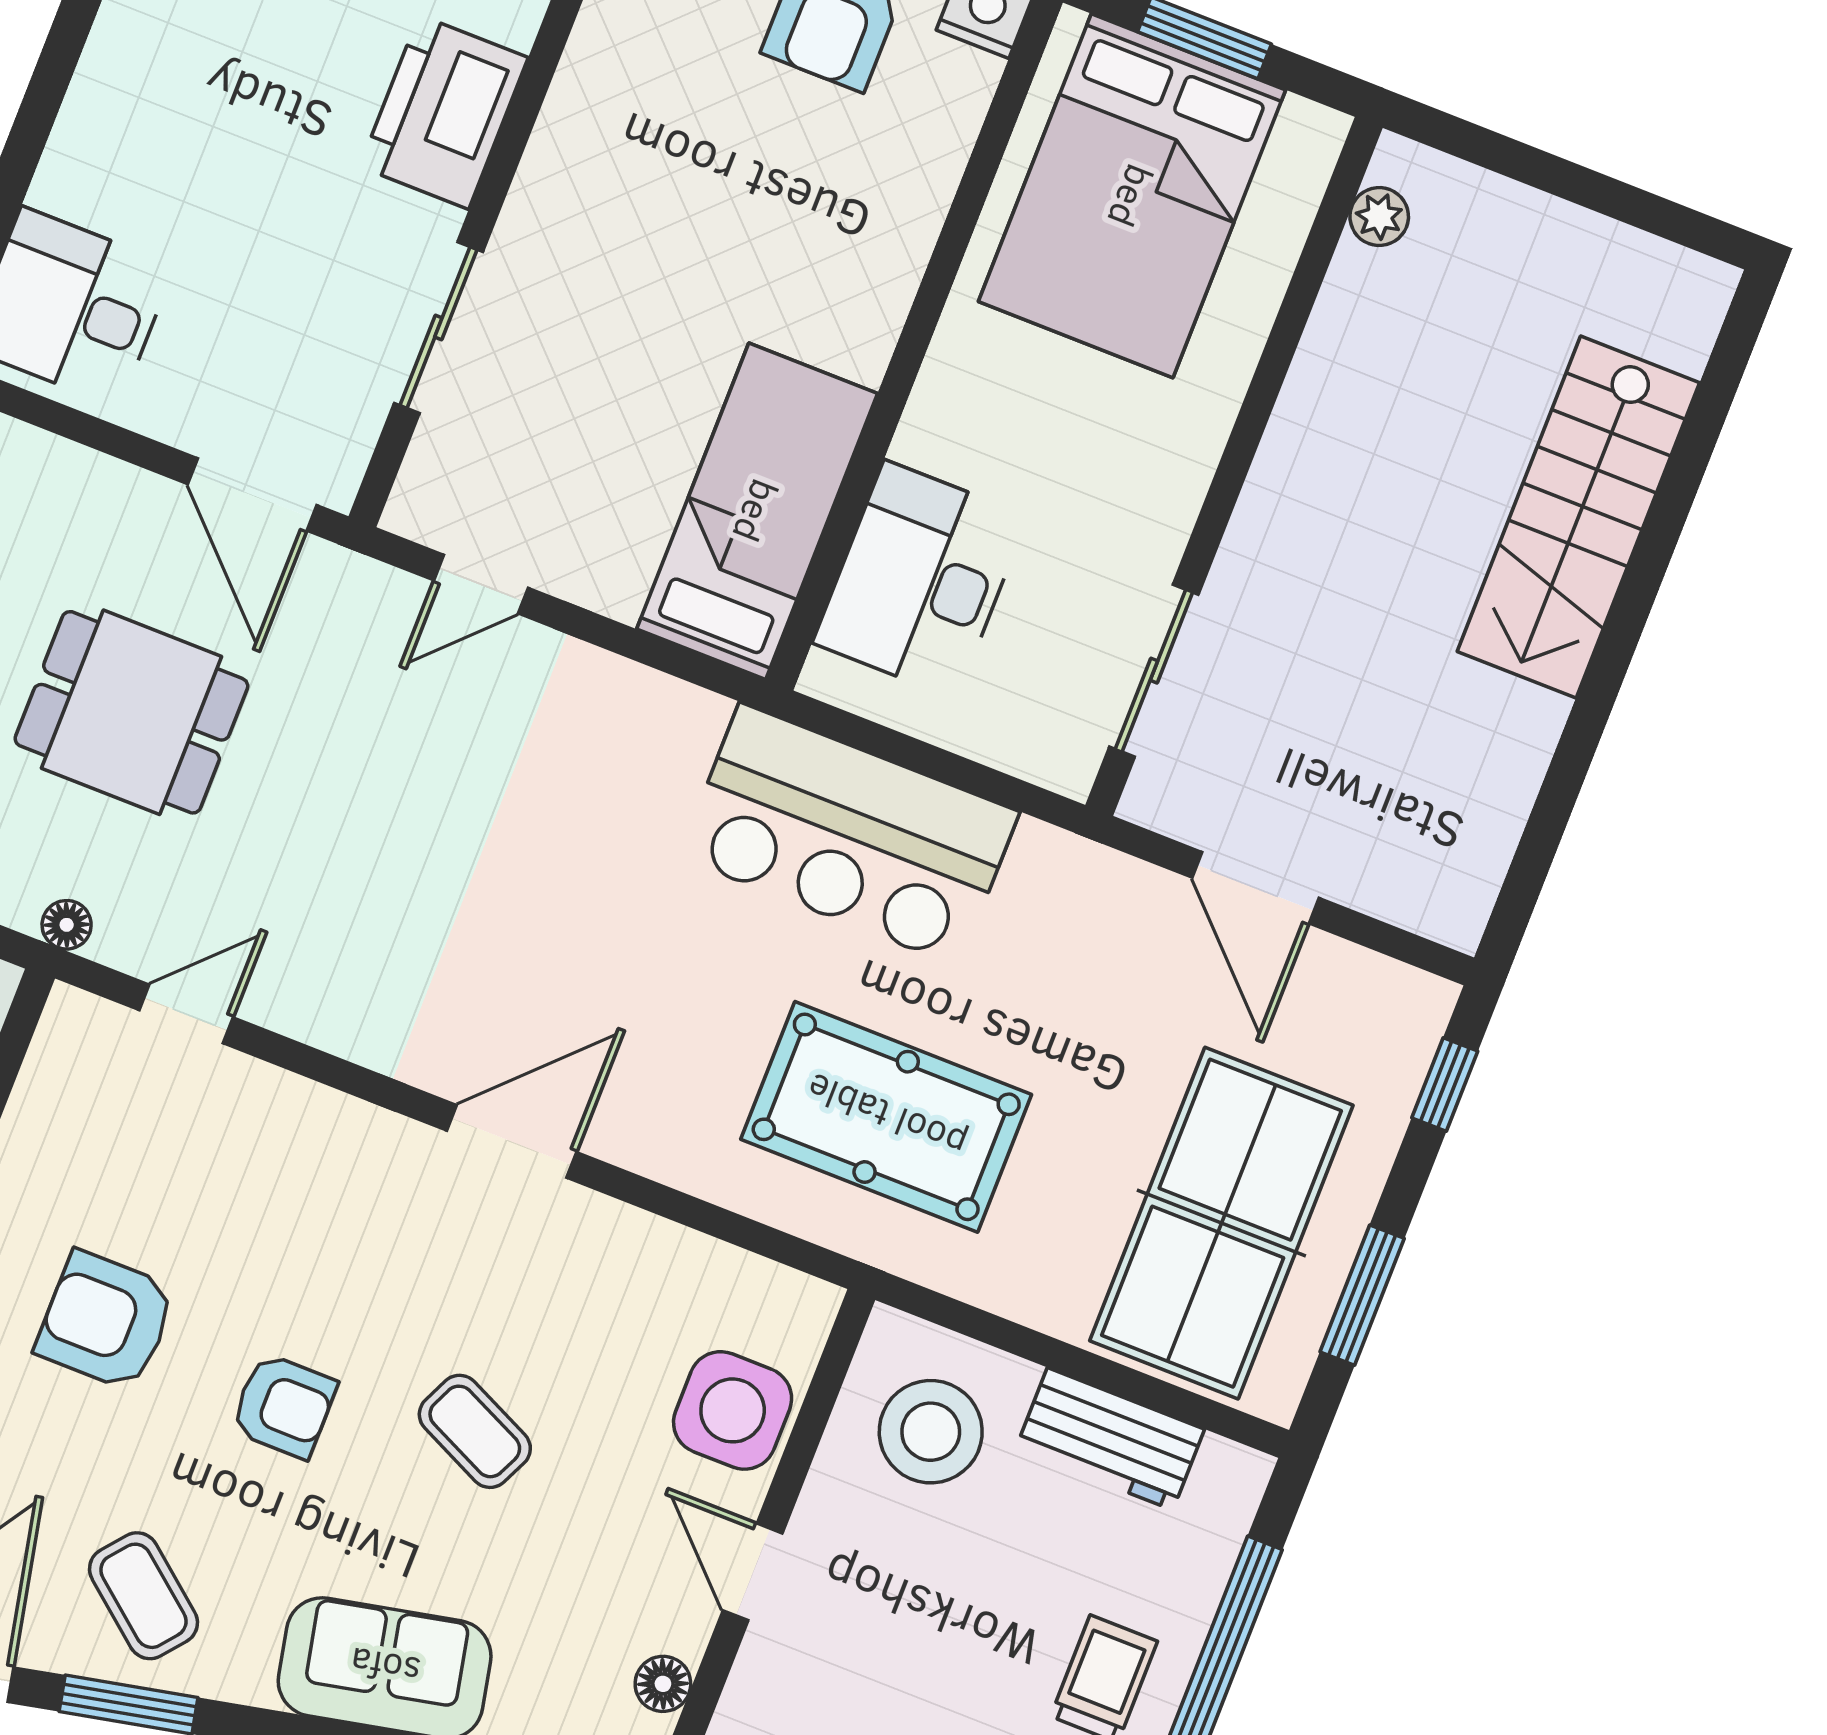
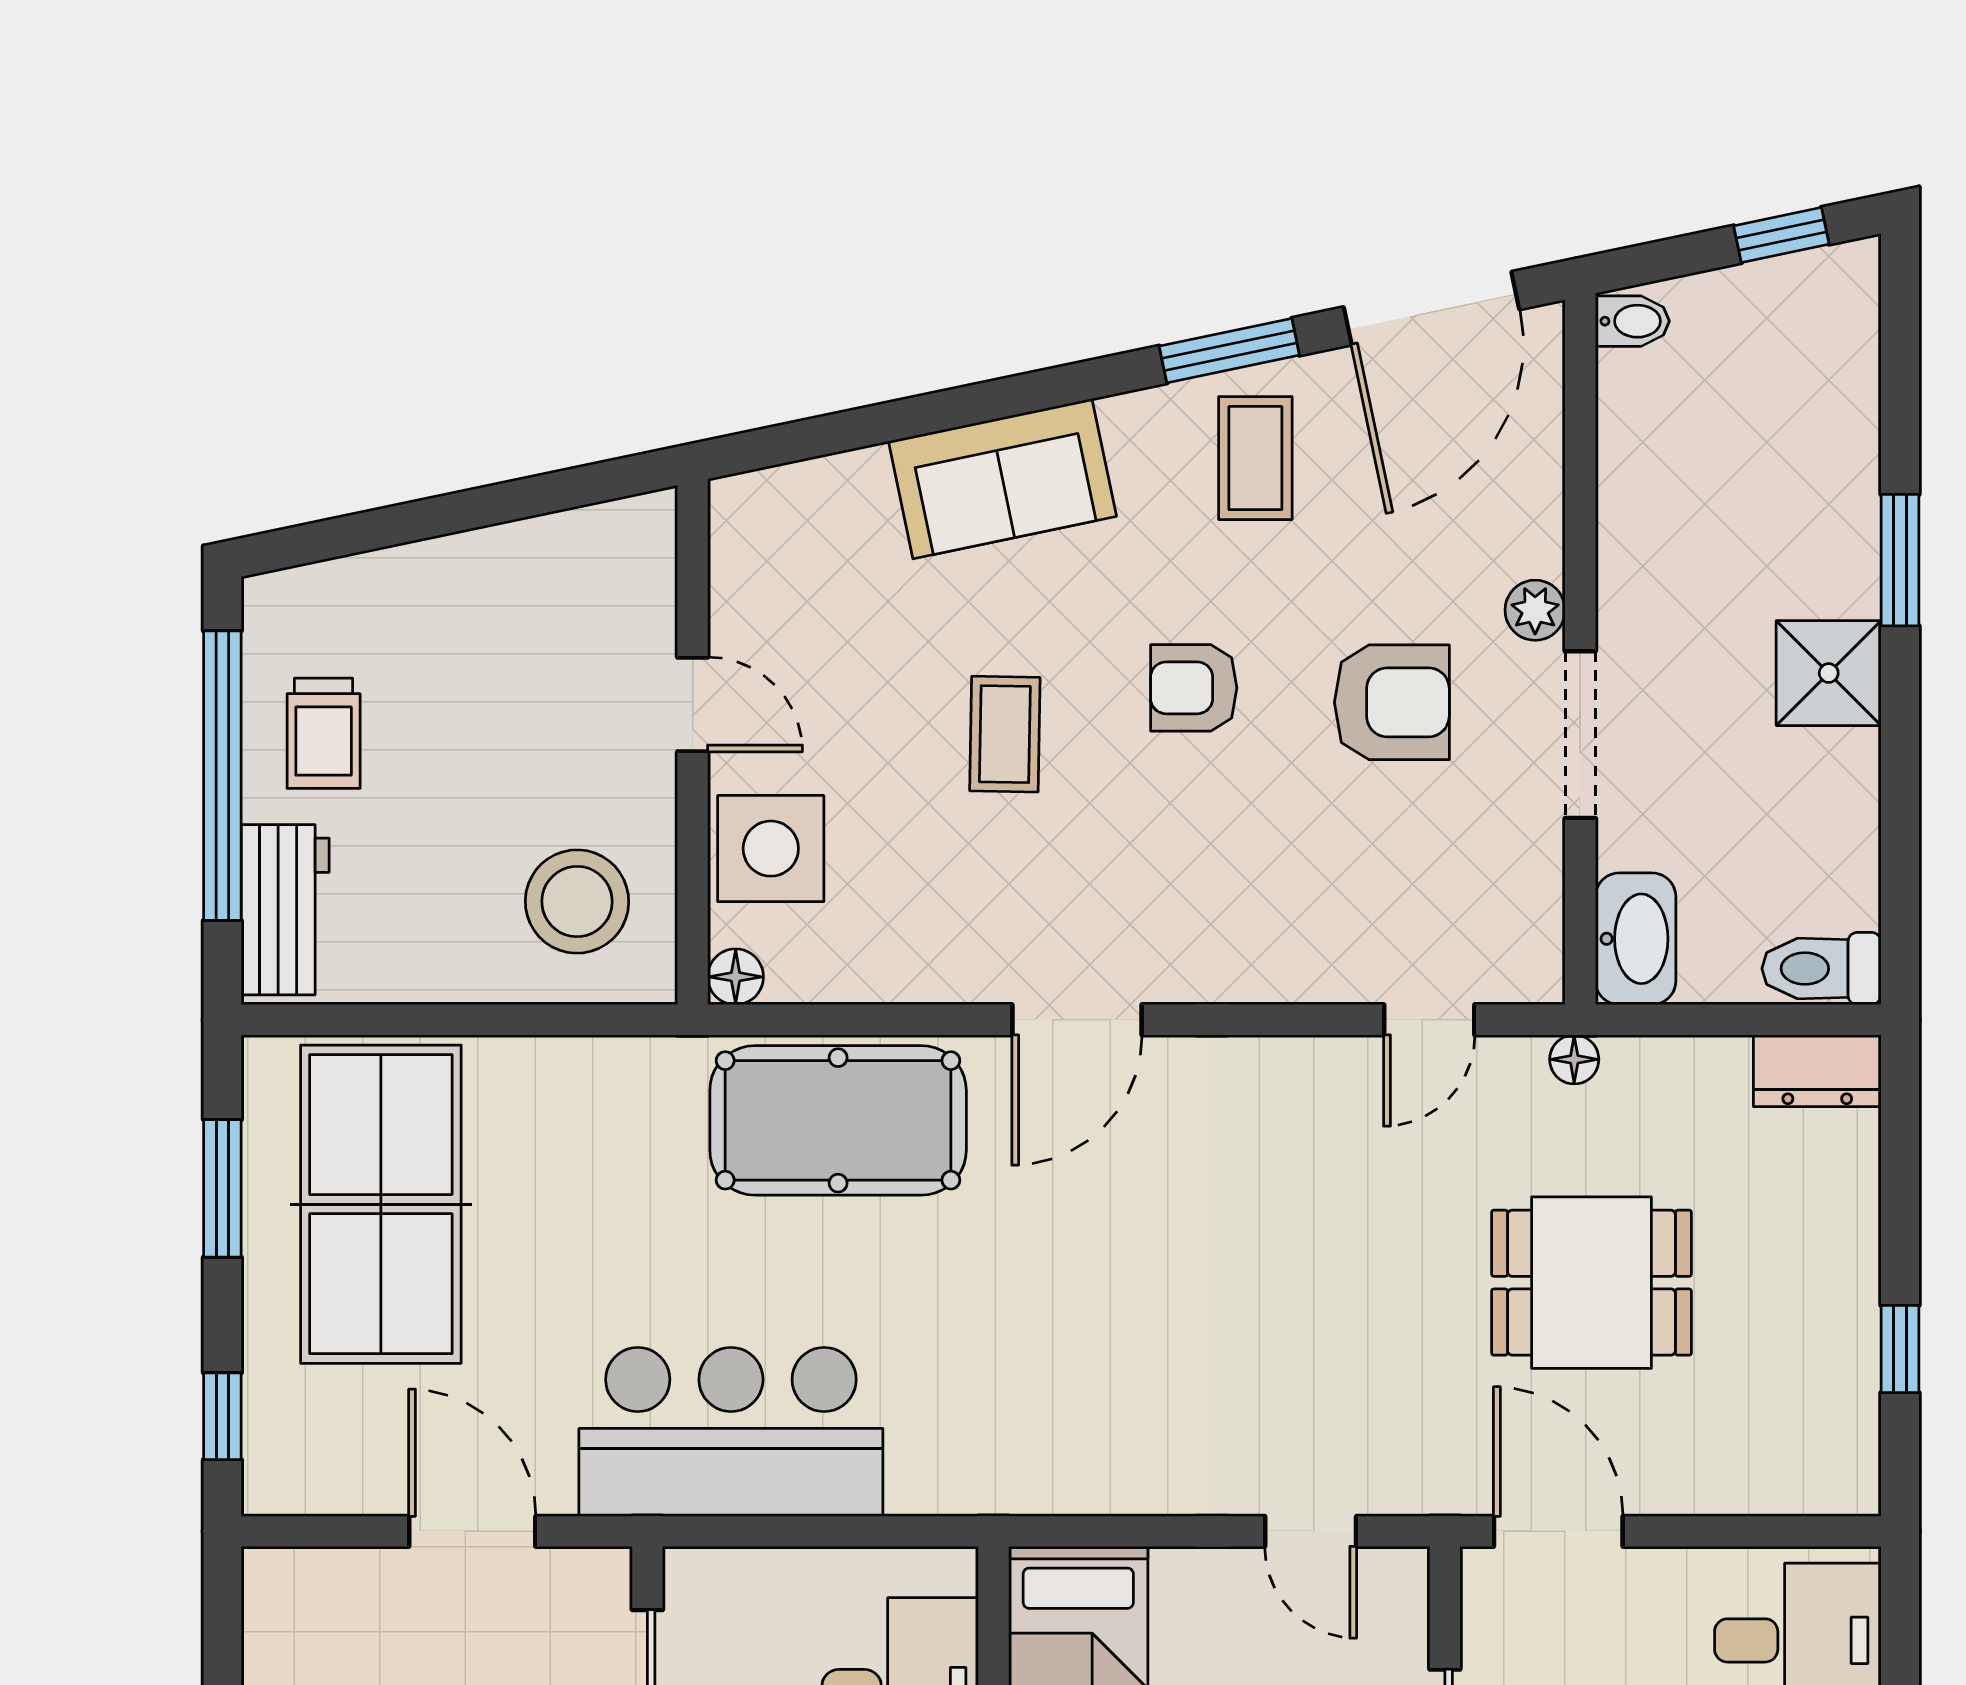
door: (481, 584) -> (1311, 1531), swing flipped
bar counter: (849, 835) -> (731, 1432), moved
pool table: (886, 1117) -> (838, 1120), moved
coffee table: (475, 1431) -> (1005, 734), turned 66
workbench: (1110, 1439) -> (285, 910), moved, turned 90
coffee table: (143, 1596) -> (1255, 458), turned 51
floor lamp: (663, 1684) -> (736, 977), moved

